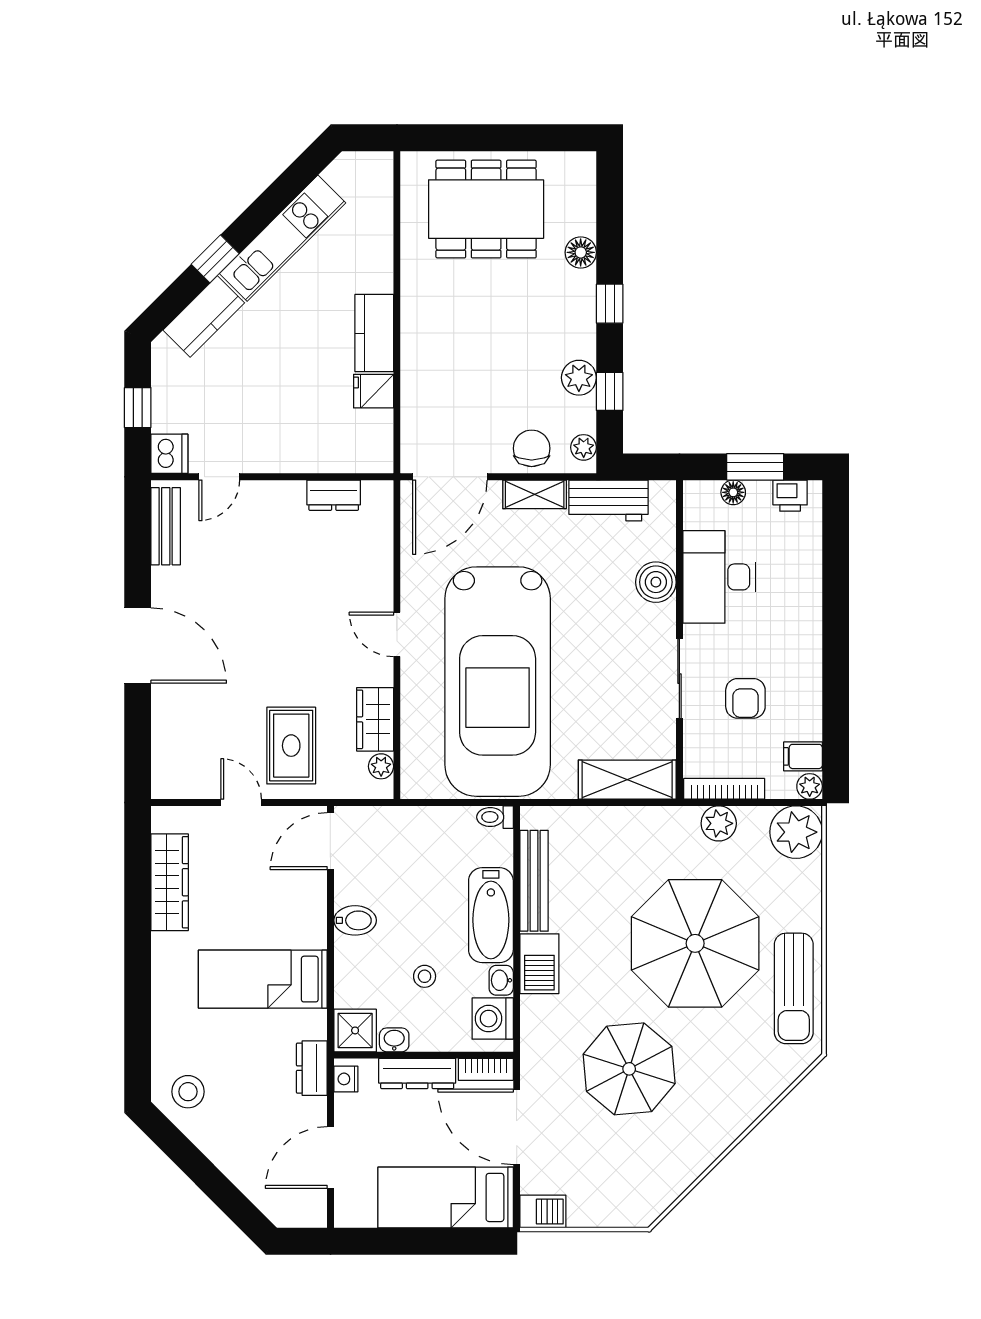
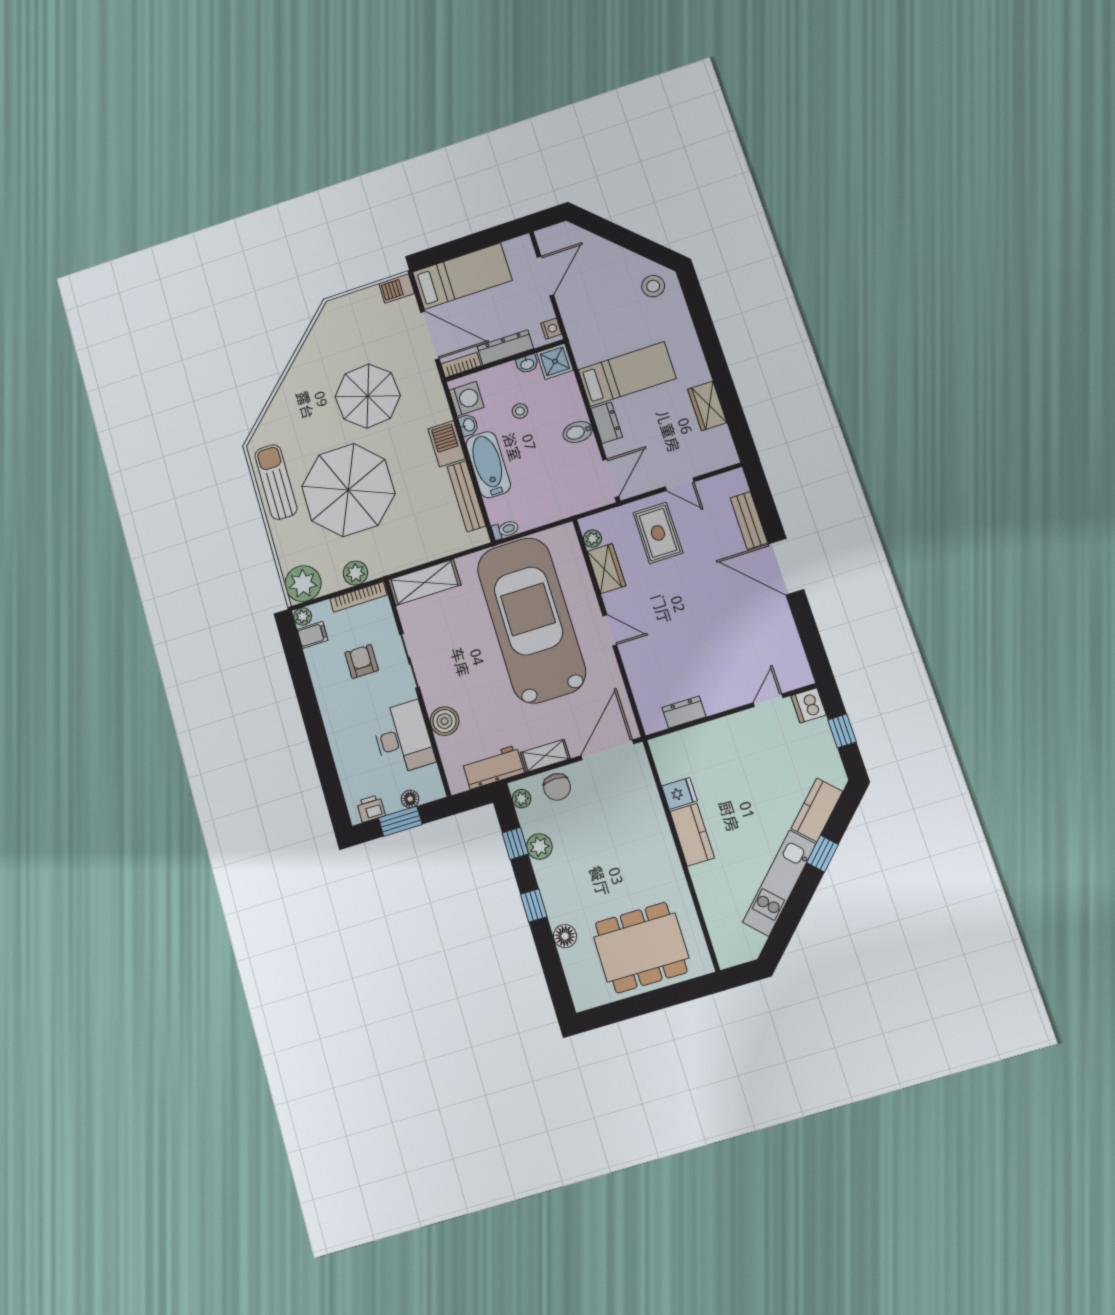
bench: (166, 526) -> (749, 520), moved
wardrobe: (170, 882) -> (707, 406), width x0.67
dresser: (312, 1068) -> (607, 423), moved

